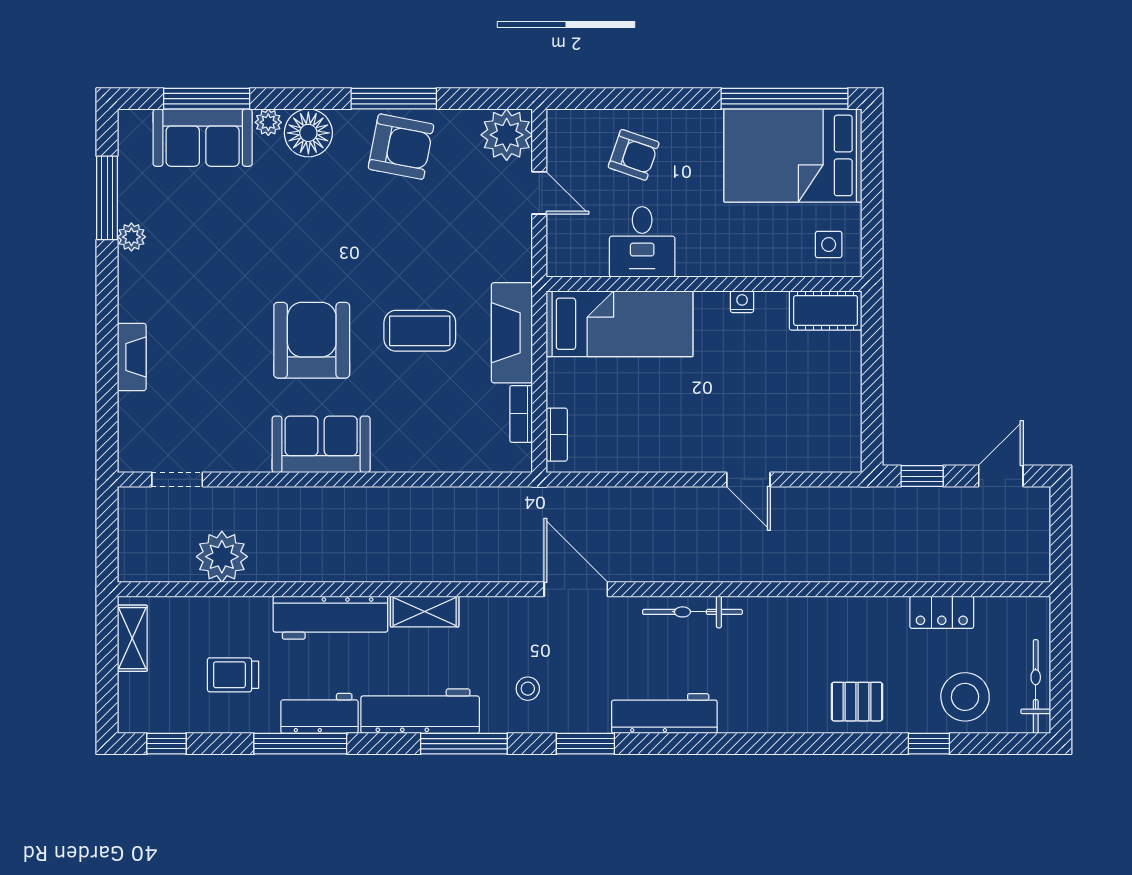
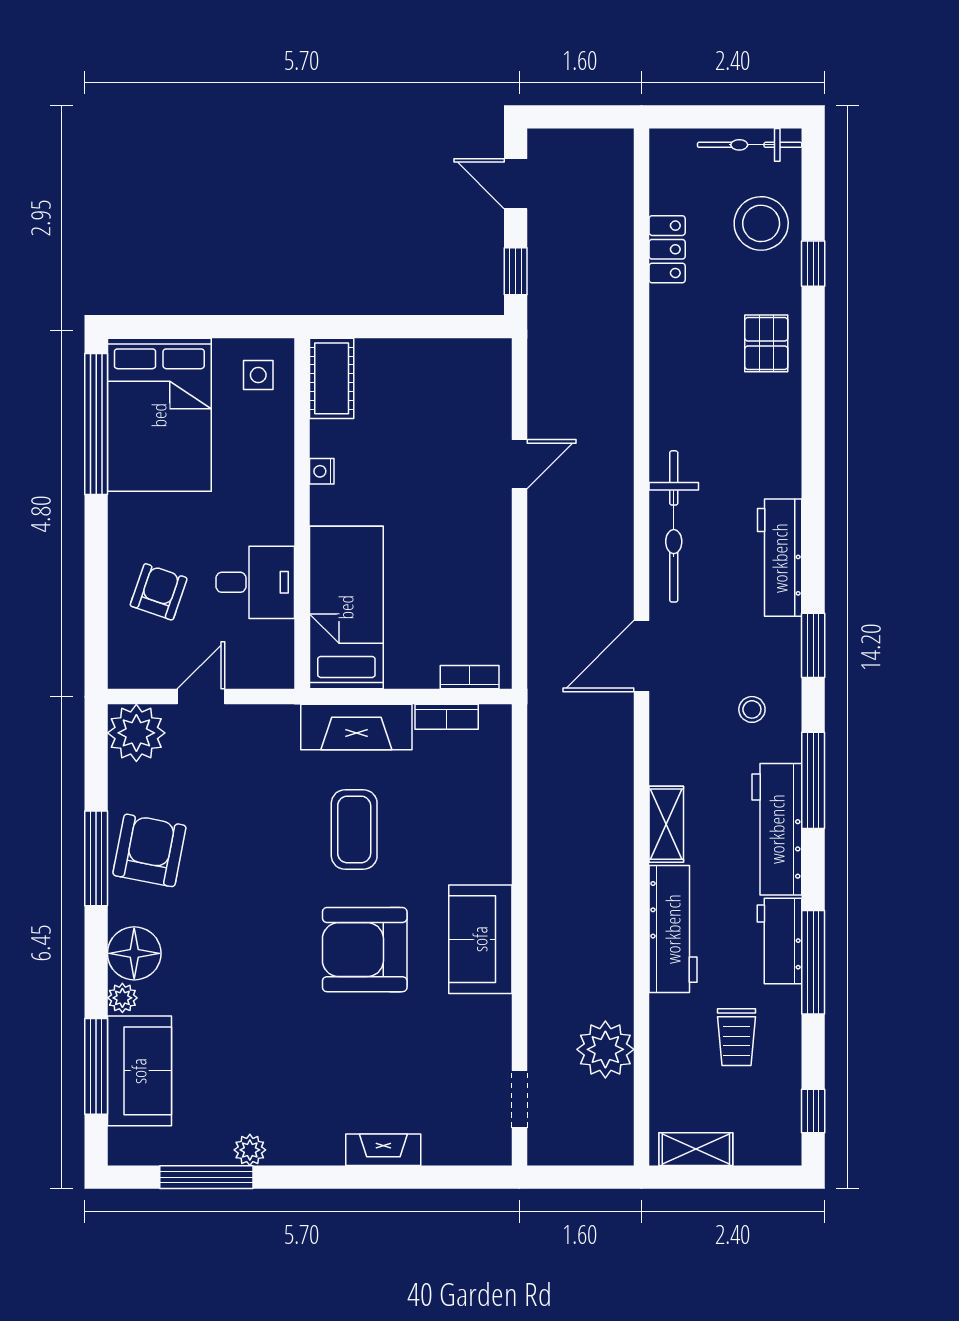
bicycle: (692, 612) -> (674, 526), width x1.37, depth x1.40

